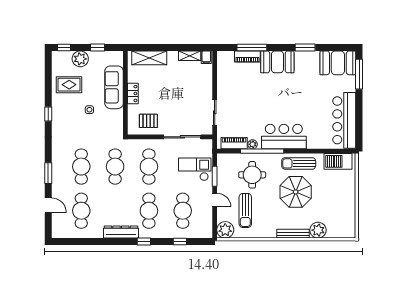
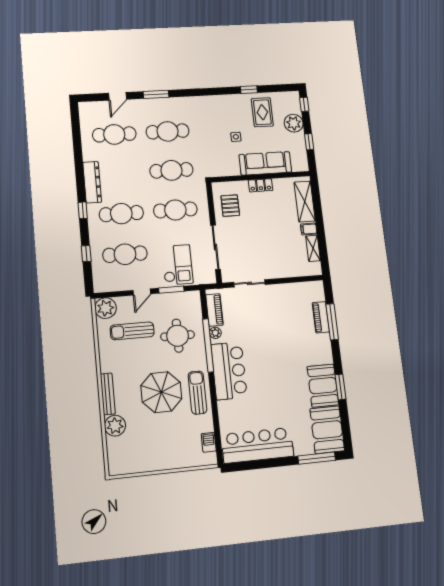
filing cabinet: (206, 57) -> (309, 229), moved
booth: (277, 62) -> (323, 386), moved
window: (48, 114) -> (249, 90), moved
barbecue: (338, 161) -> (209, 442), width x0.53, depth x0.65

